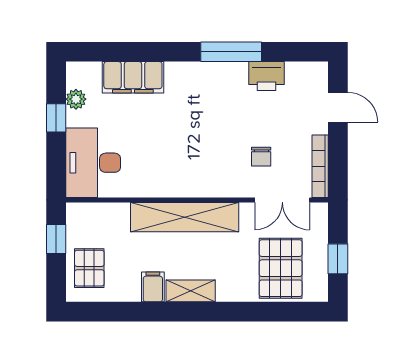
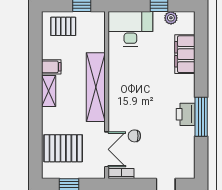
printer: (267, 76) -> (186, 114), moved
bookcase: (320, 166) -> (121, 174), width x0.64
double door: (282, 200) -> (107, 149), swing flipped

